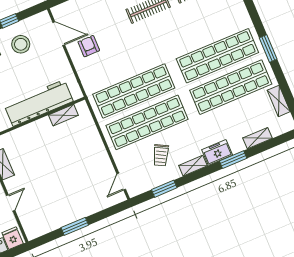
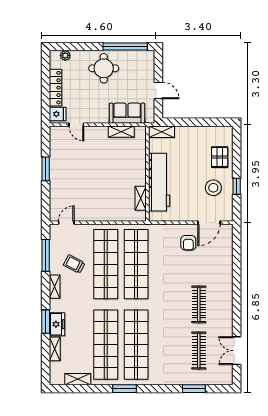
armchair: (89, 46) -> (188, 243), turned 90
freezer: (217, 152) -> (57, 324), moved
door: (121, 182) -> (66, 223), hinge flipped
window: (164, 189) -> (46, 255), width x1.44
door: (11, 203) -> (76, 125), moved

